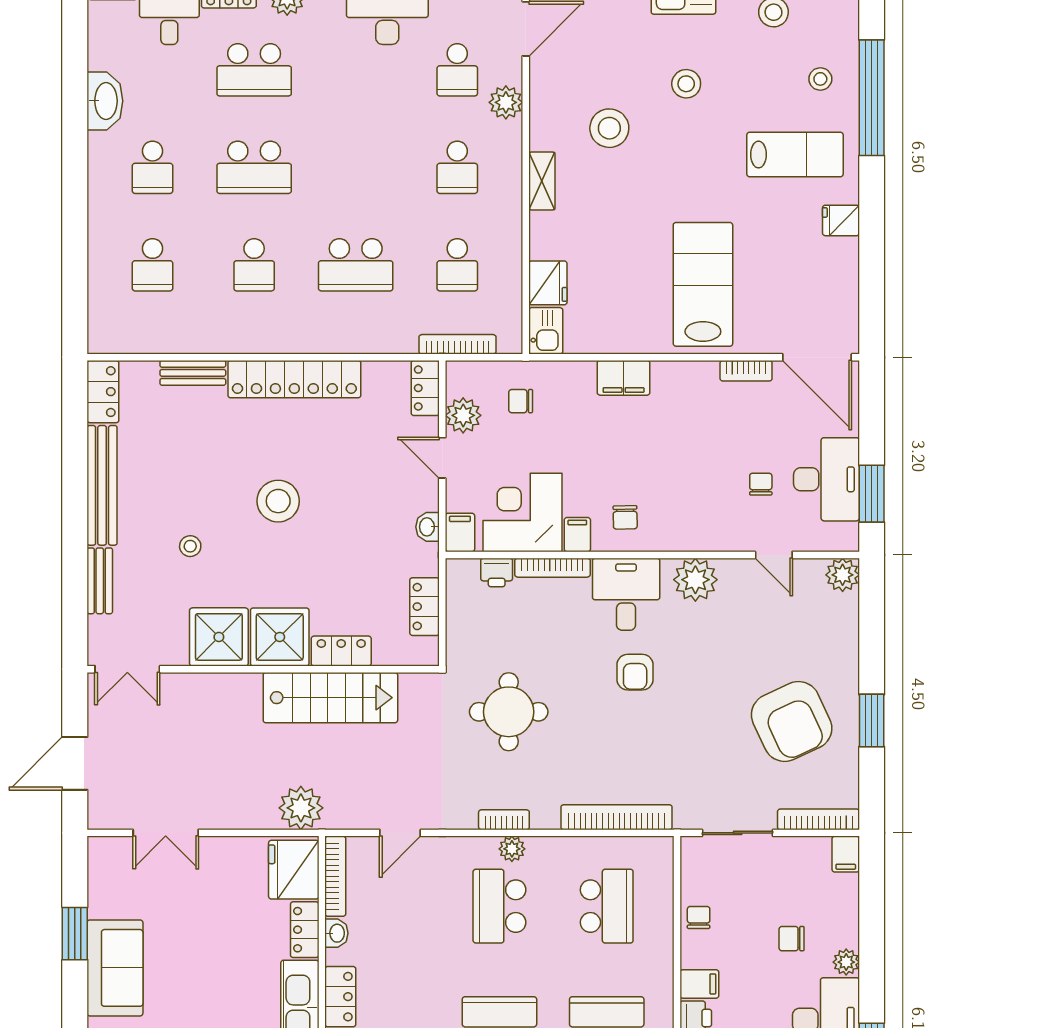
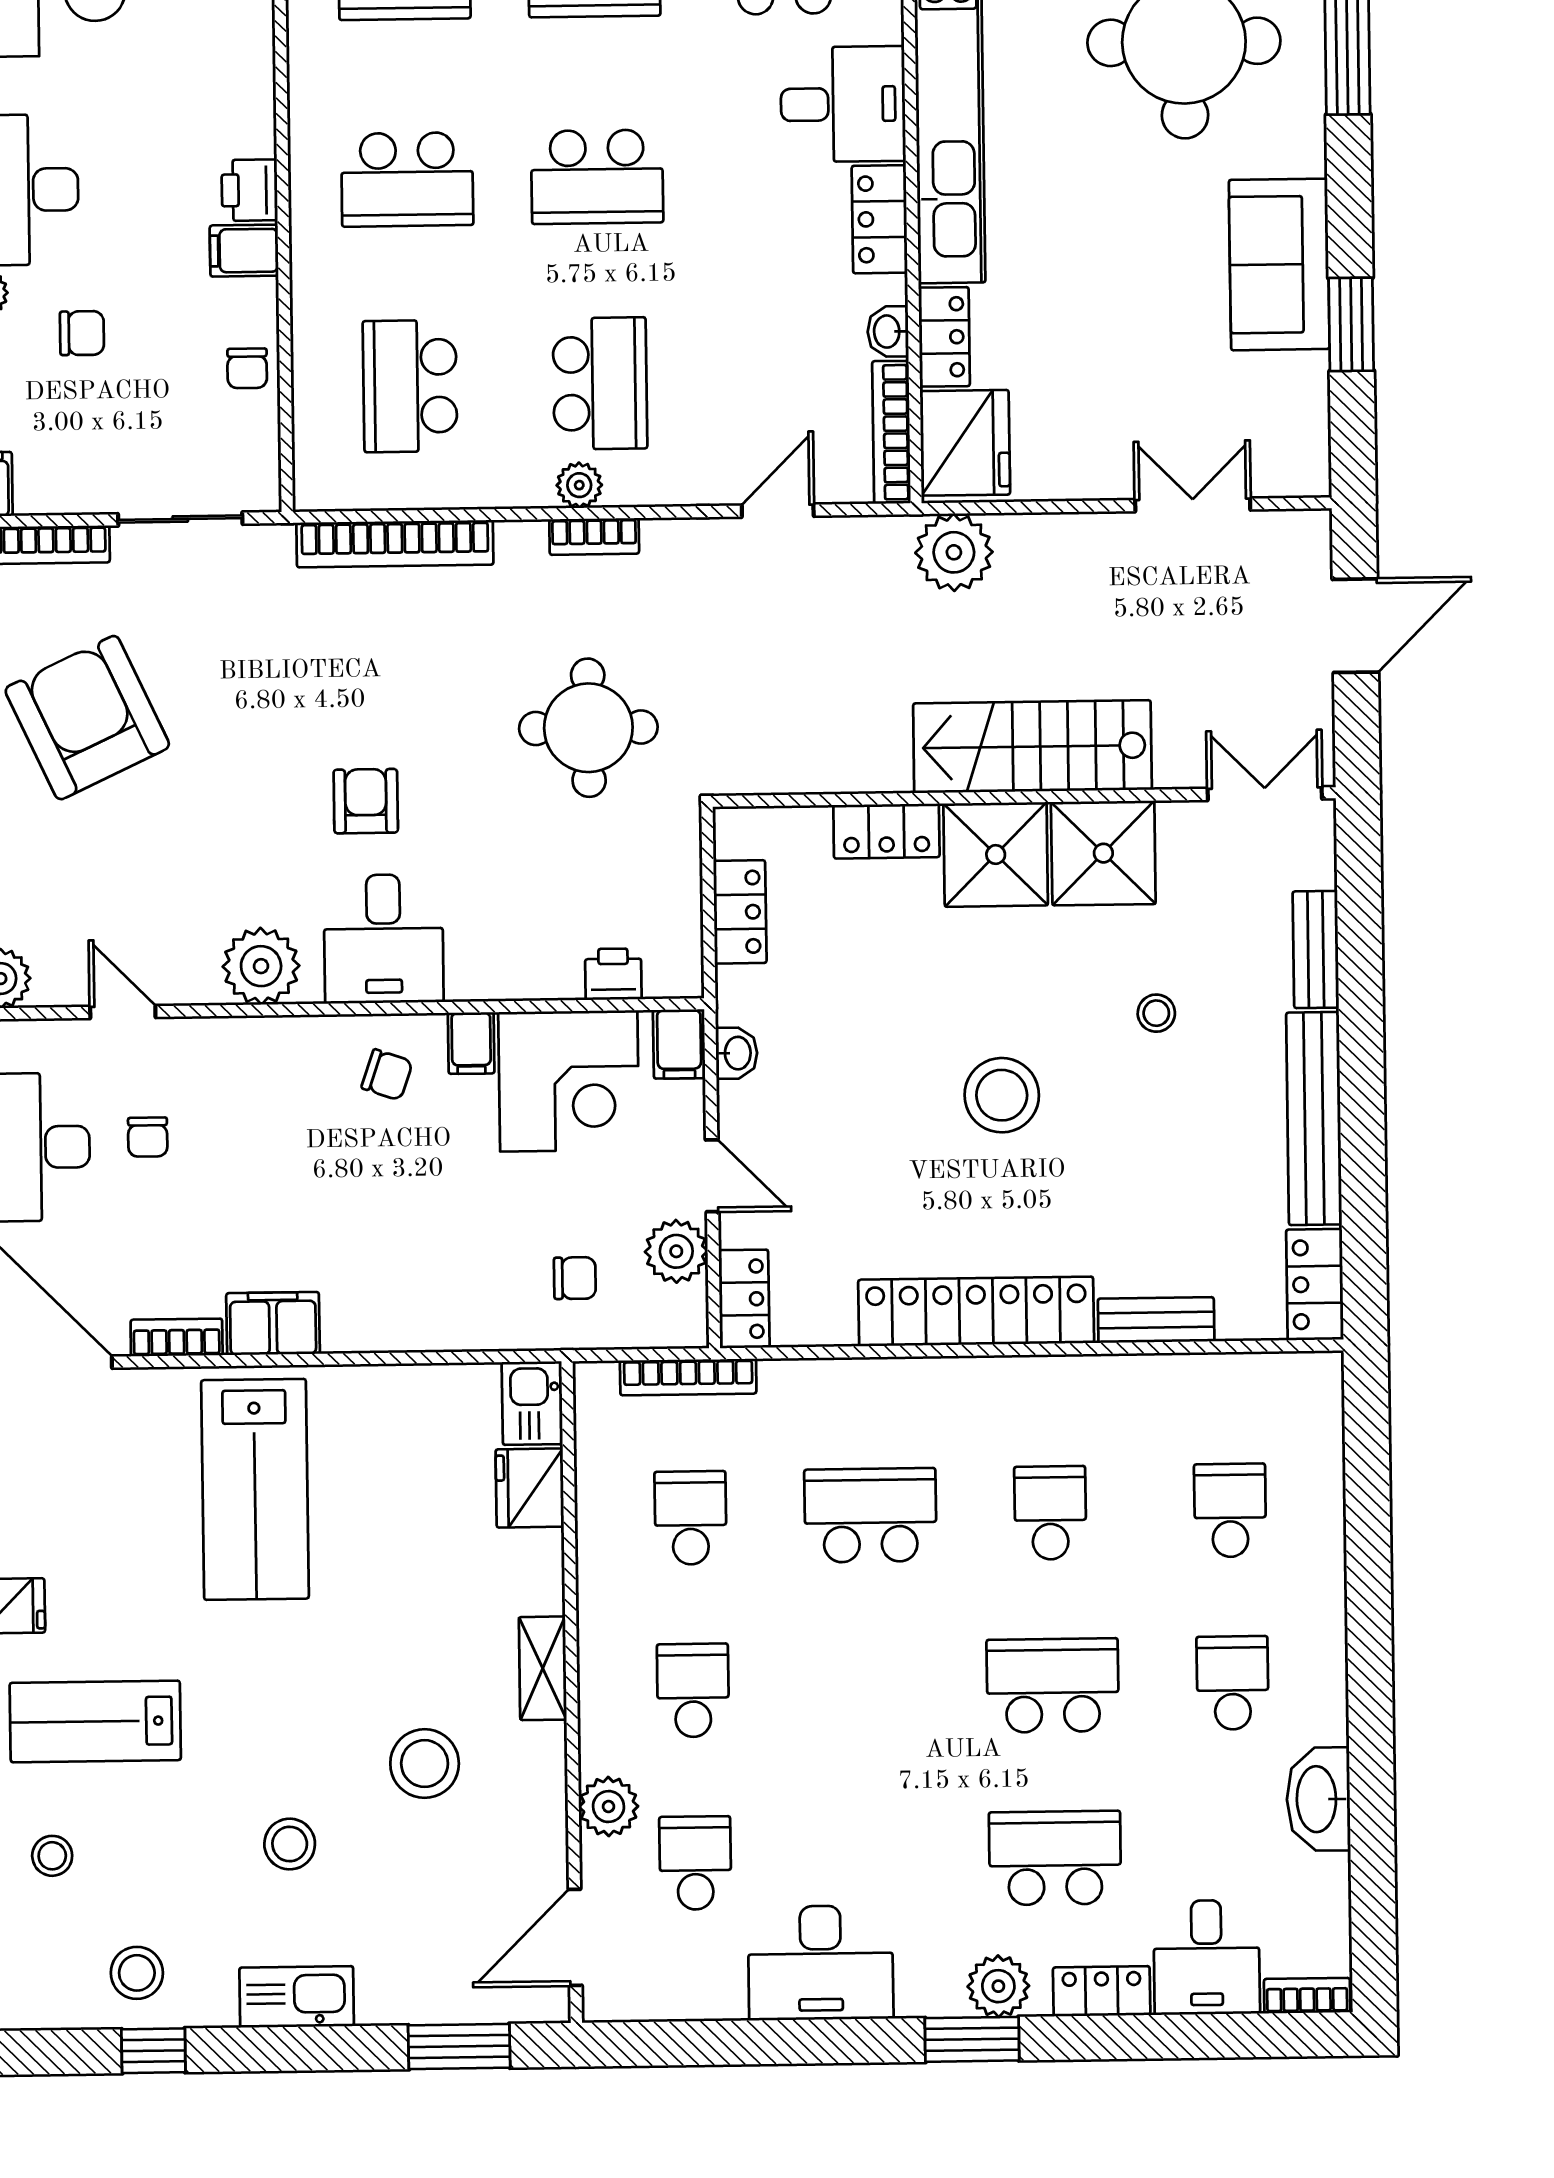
filing cabinet: (624, 378) -> (273, 1324), moved
chair: (625, 517) -> (387, 1075), turned 110
bookcase: (552, 568) -> (514, 984), removed
stairs: (330, 698) -> (1032, 747), moved

